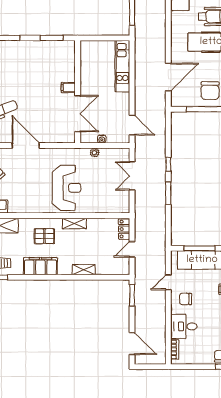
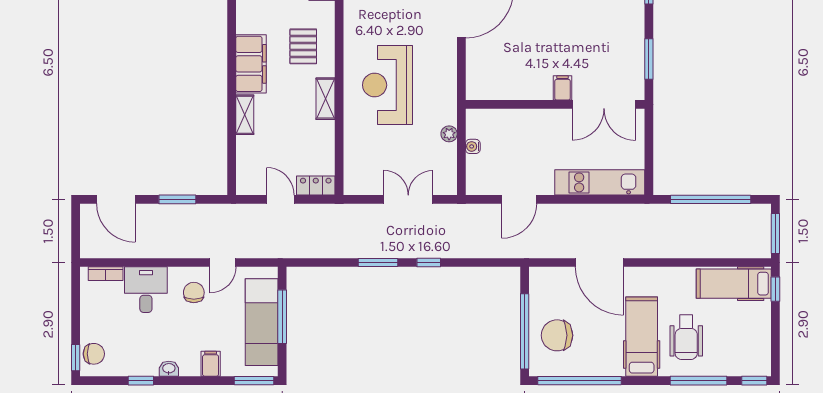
door: (168, 77) -> (599, 263), moved
double door: (78, 114) -> (604, 104), moved
door: (132, 125) -> (519, 199), moved
reception desk: (67, 188) -> (388, 85), turned 90
filing cabinet: (40, 266) -> (251, 64), moved
door: (168, 282) -> (223, 263), swing flipped
window: (132, 295) -> (177, 199), moved
door: (132, 344) -> (116, 199), hinge flipped

